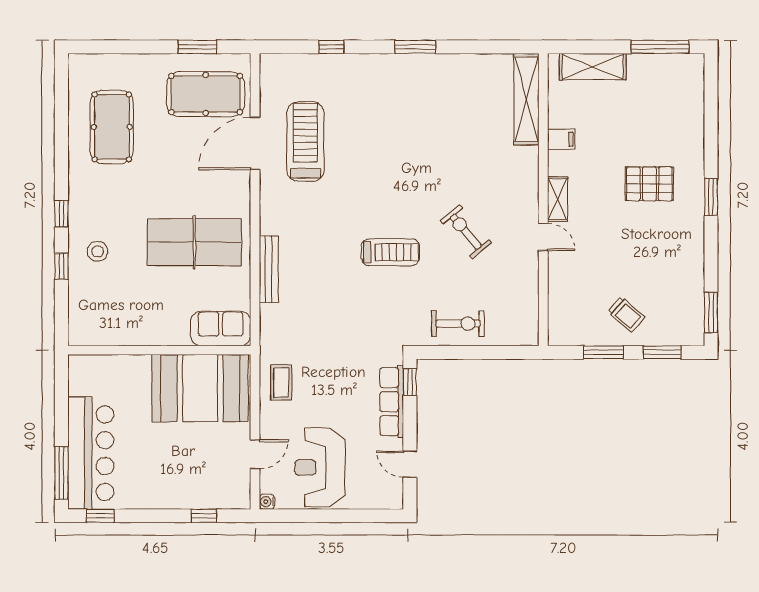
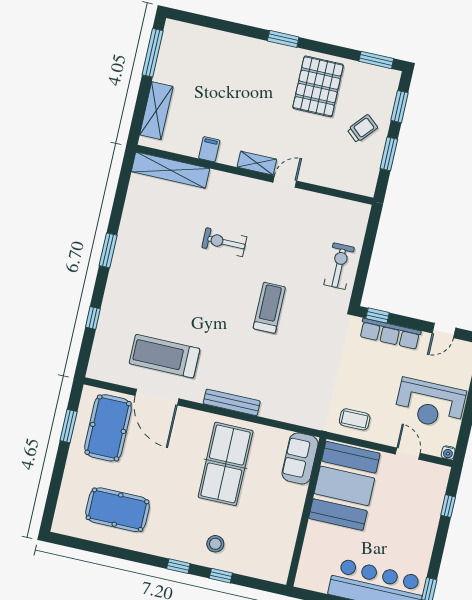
pallet: (649, 184) -> (318, 86), moved, width x1.37, depth x1.41
exercise bike: (466, 232) -> (224, 242), moved, turned 40
bench: (269, 269) -> (232, 402), moved

